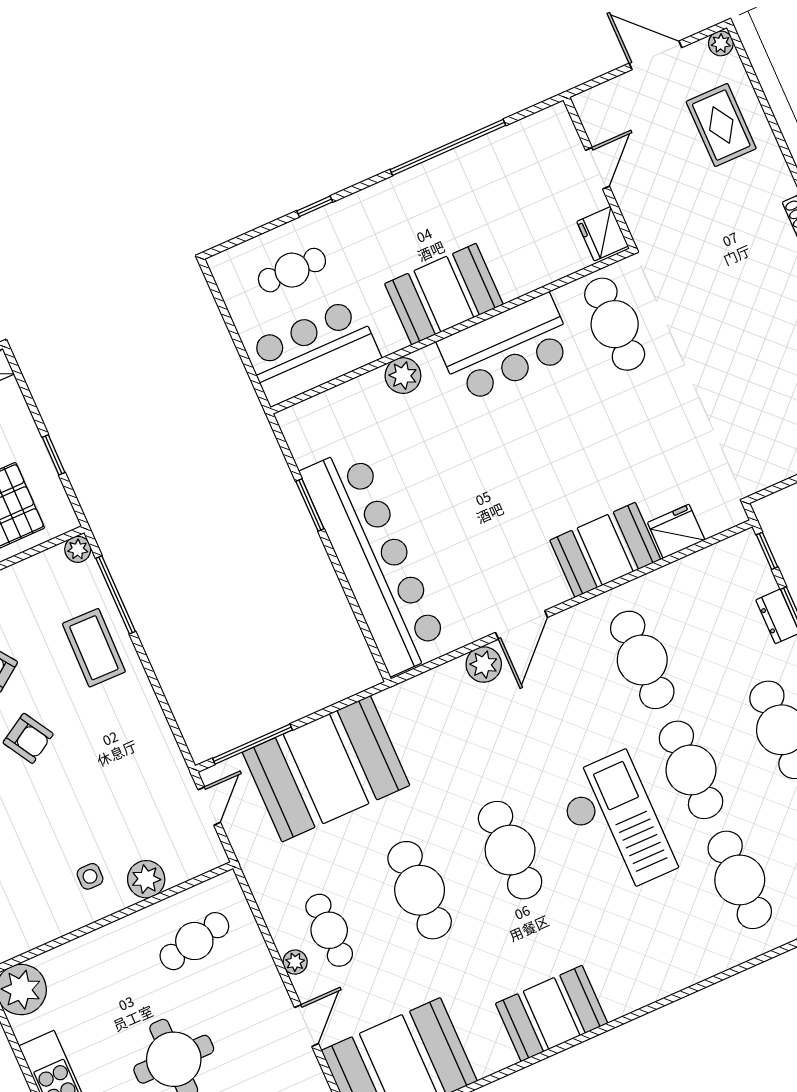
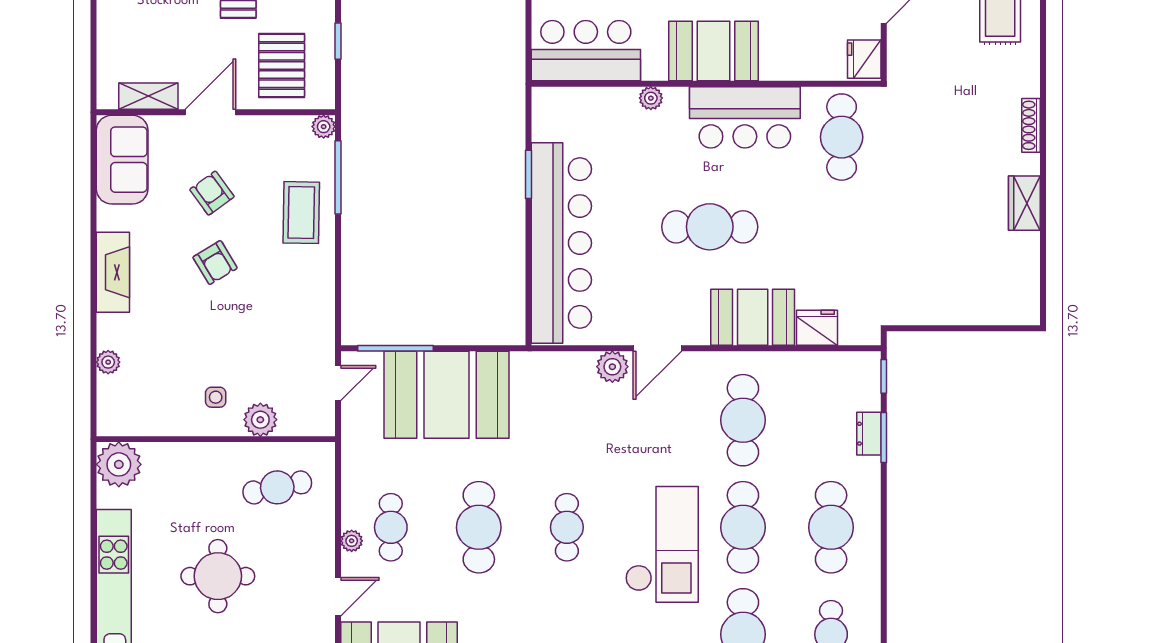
plant: (403, 376) -> (651, 98), width x0.73, depth x0.73
cafe table: (520, 476) -> (710, 227), added
cafe table: (510, 850) -> (567, 527), width x0.73, depth x0.74

